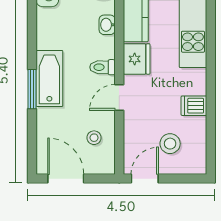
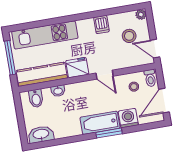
toilet: (103, 67) -> (150, 78), moved
washing machine: (49, 121) -> (128, 118), added
plant: (199, 166) -> (141, 14), added

